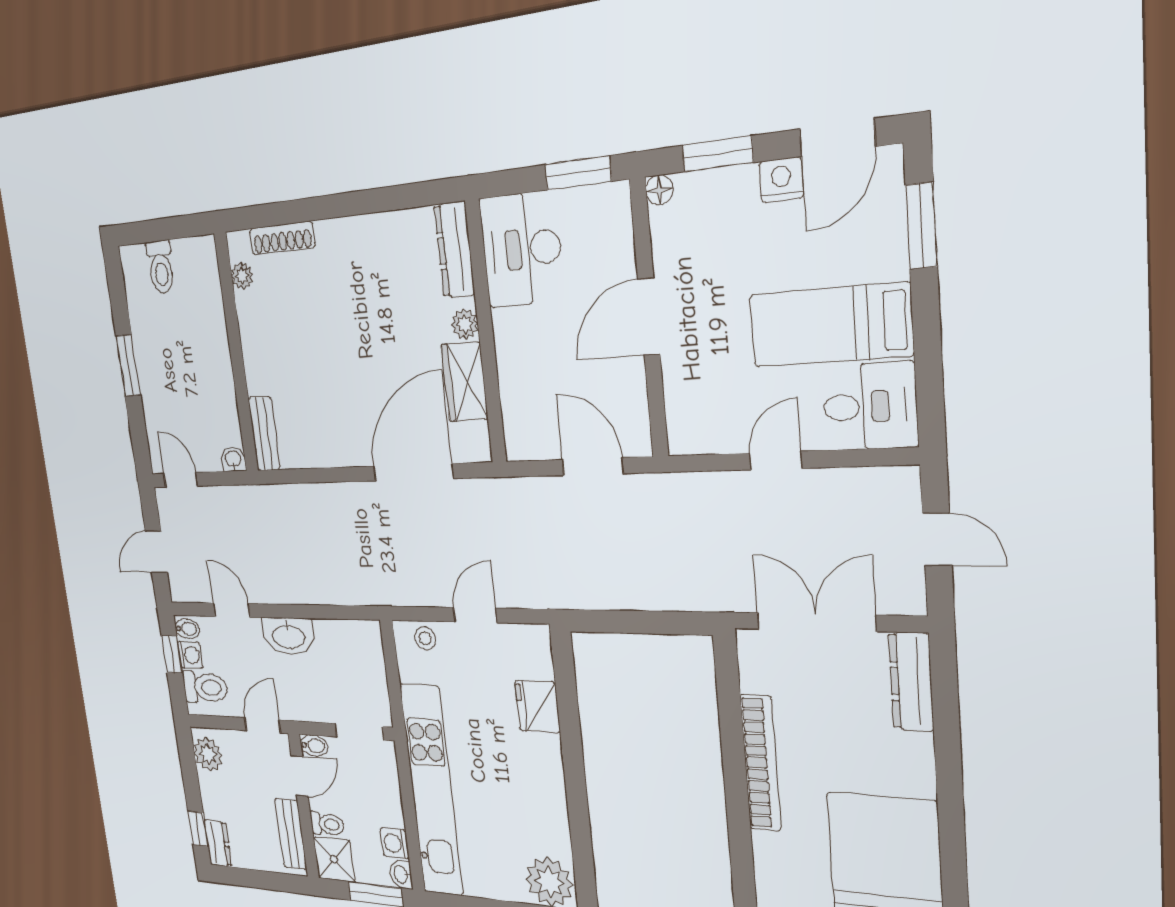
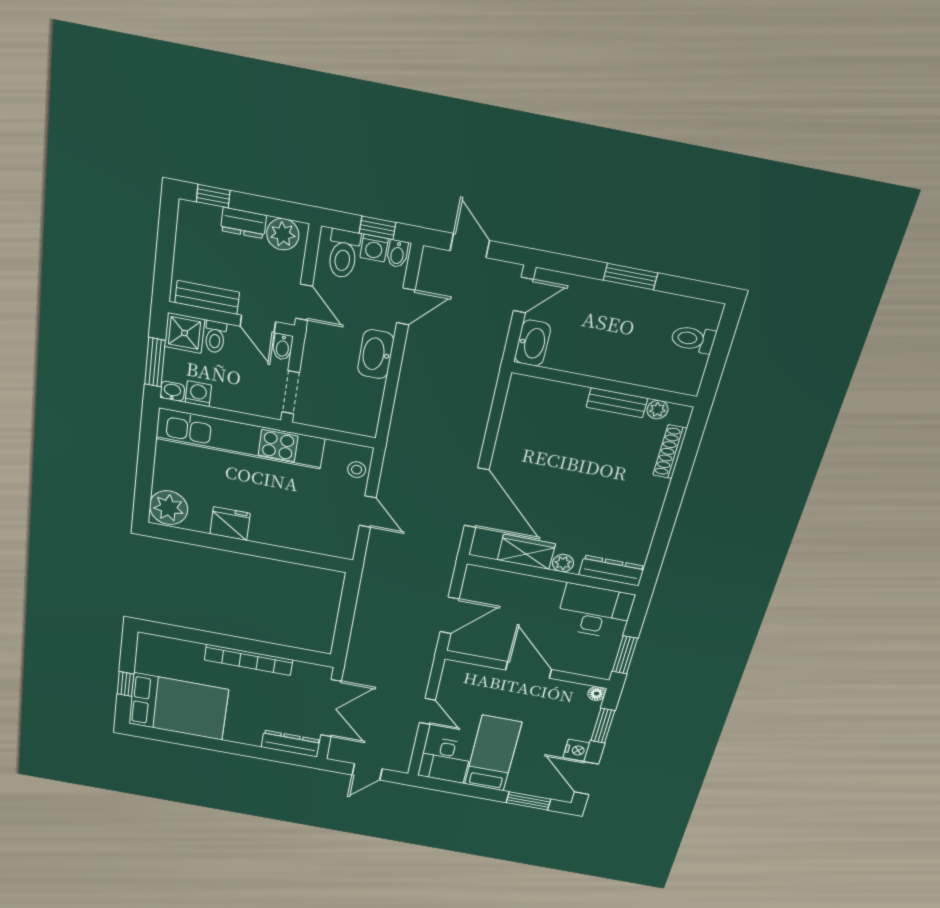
bench: (264, 434) -> (617, 403), moved
washbasin: (233, 459) -> (533, 343), width x1.91, depth x1.45
fridge: (537, 706) -> (230, 524), moved
dresser: (218, 843) -> (243, 223), moved

